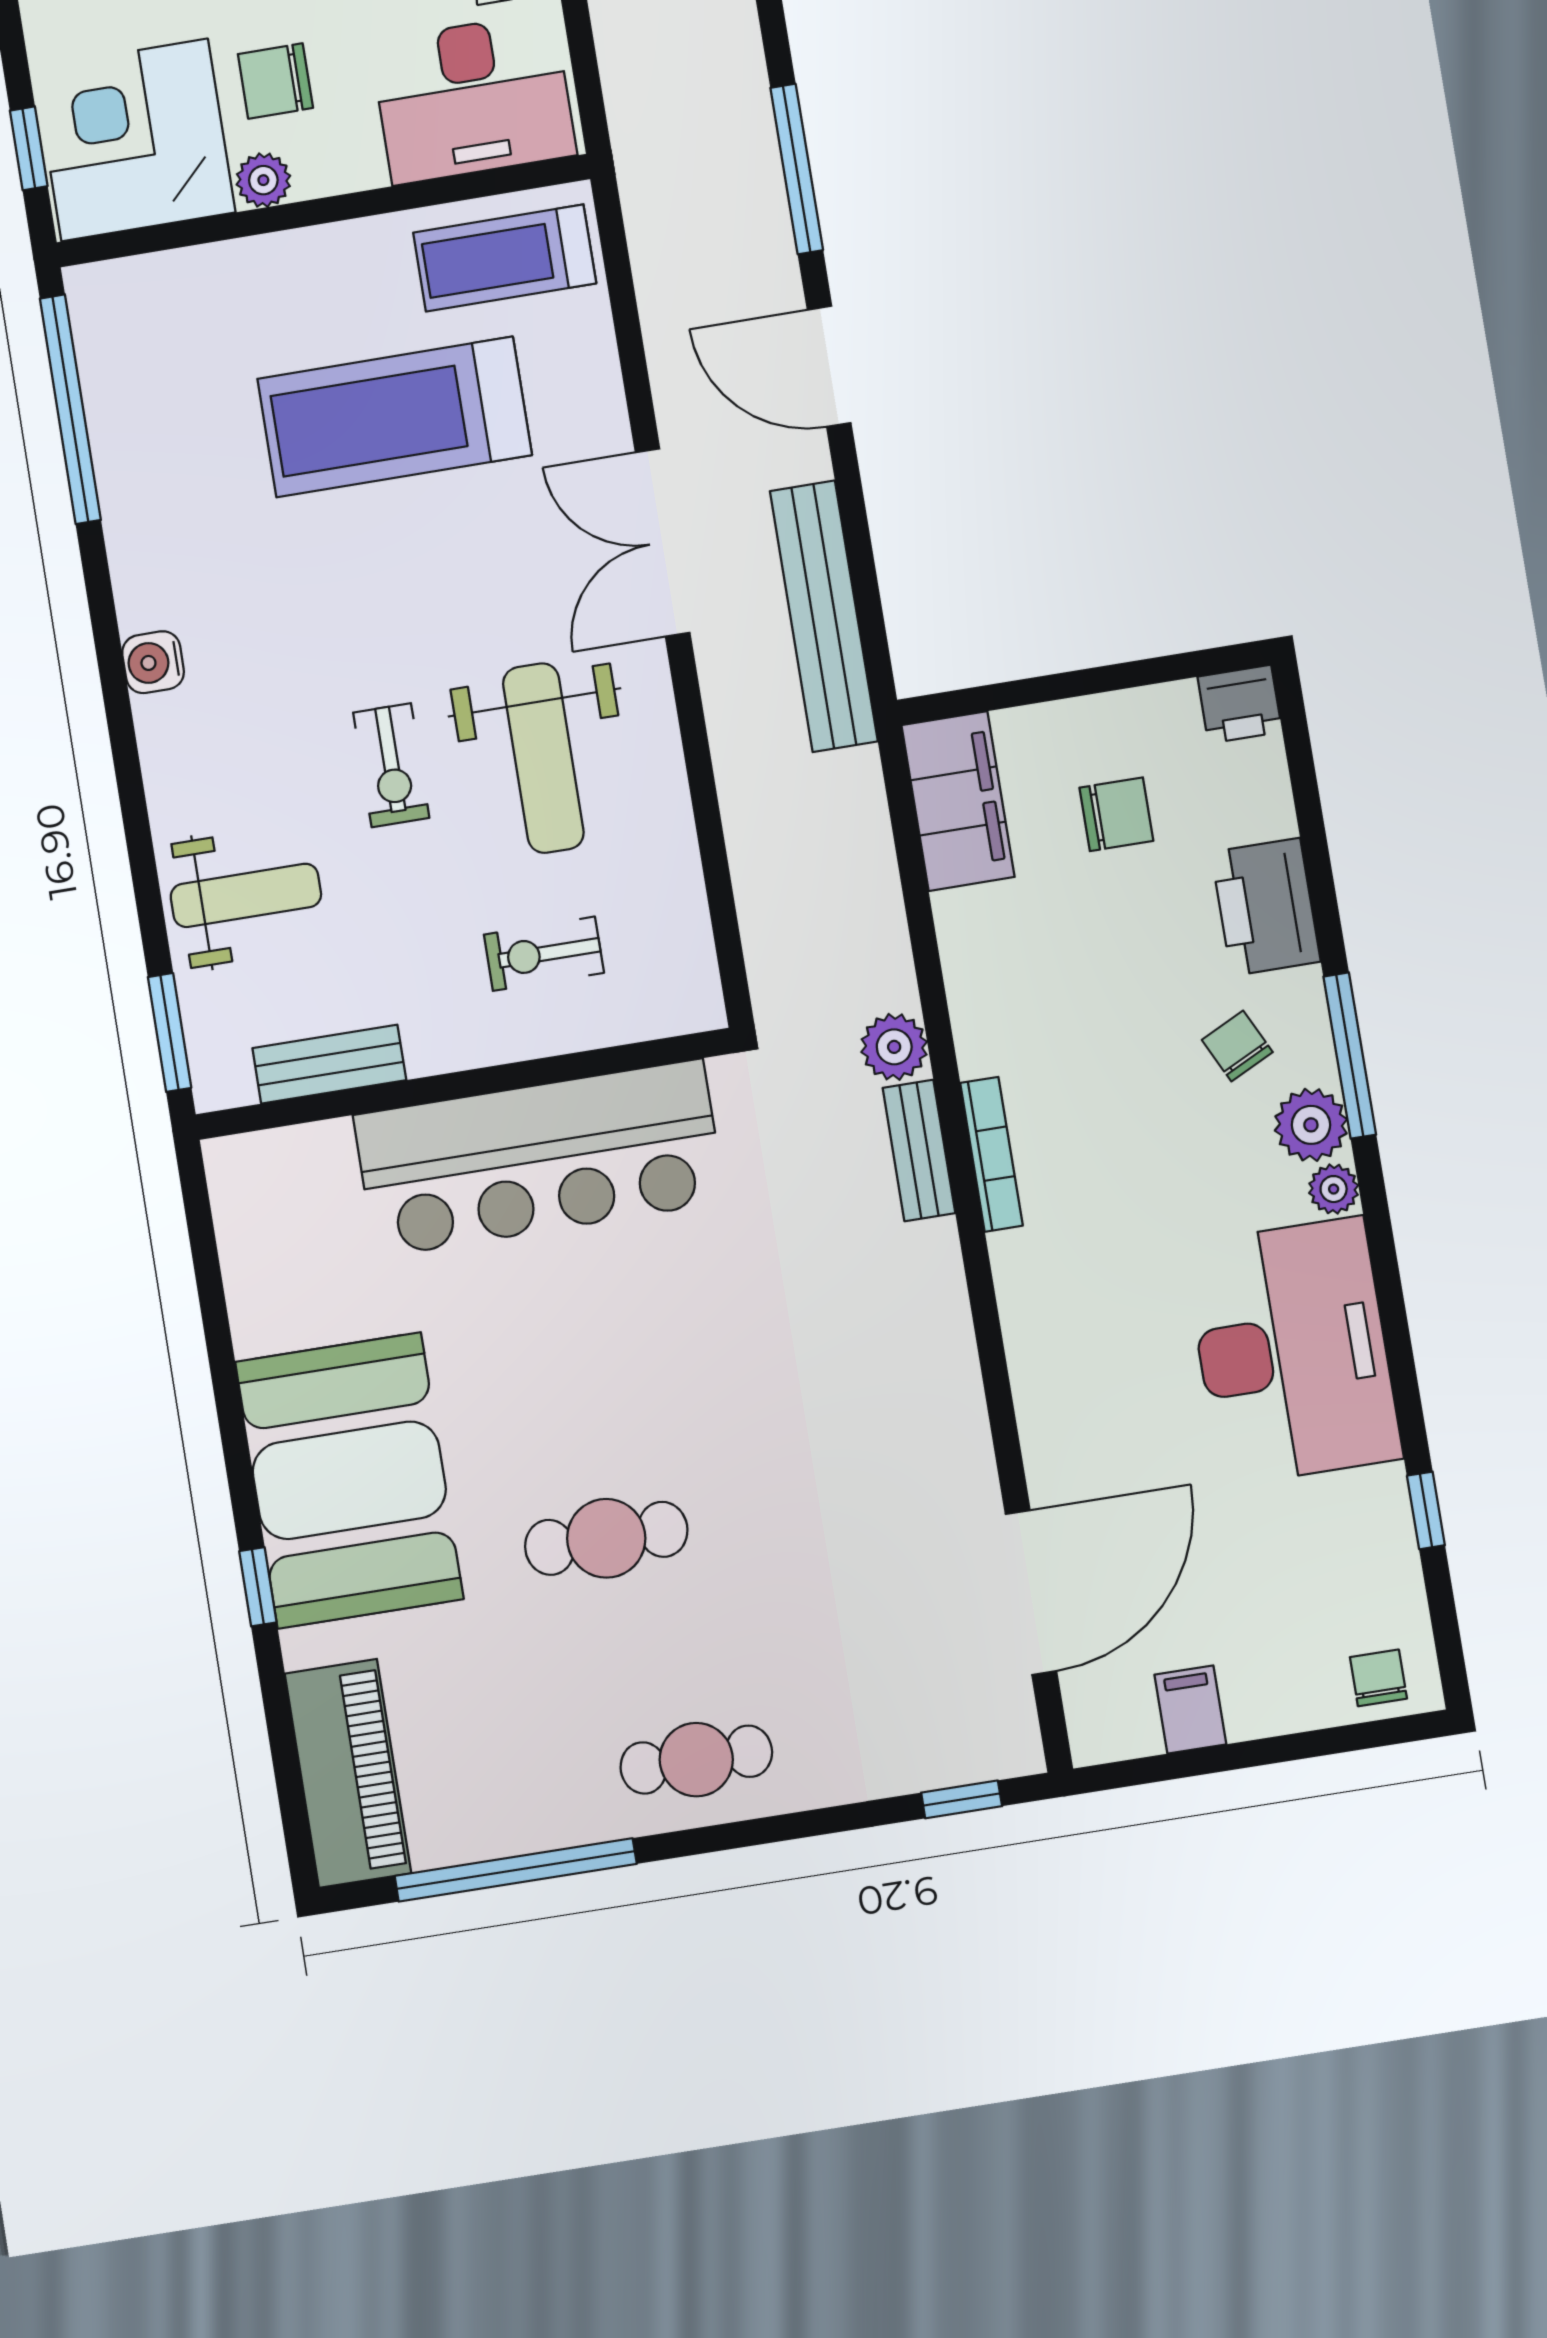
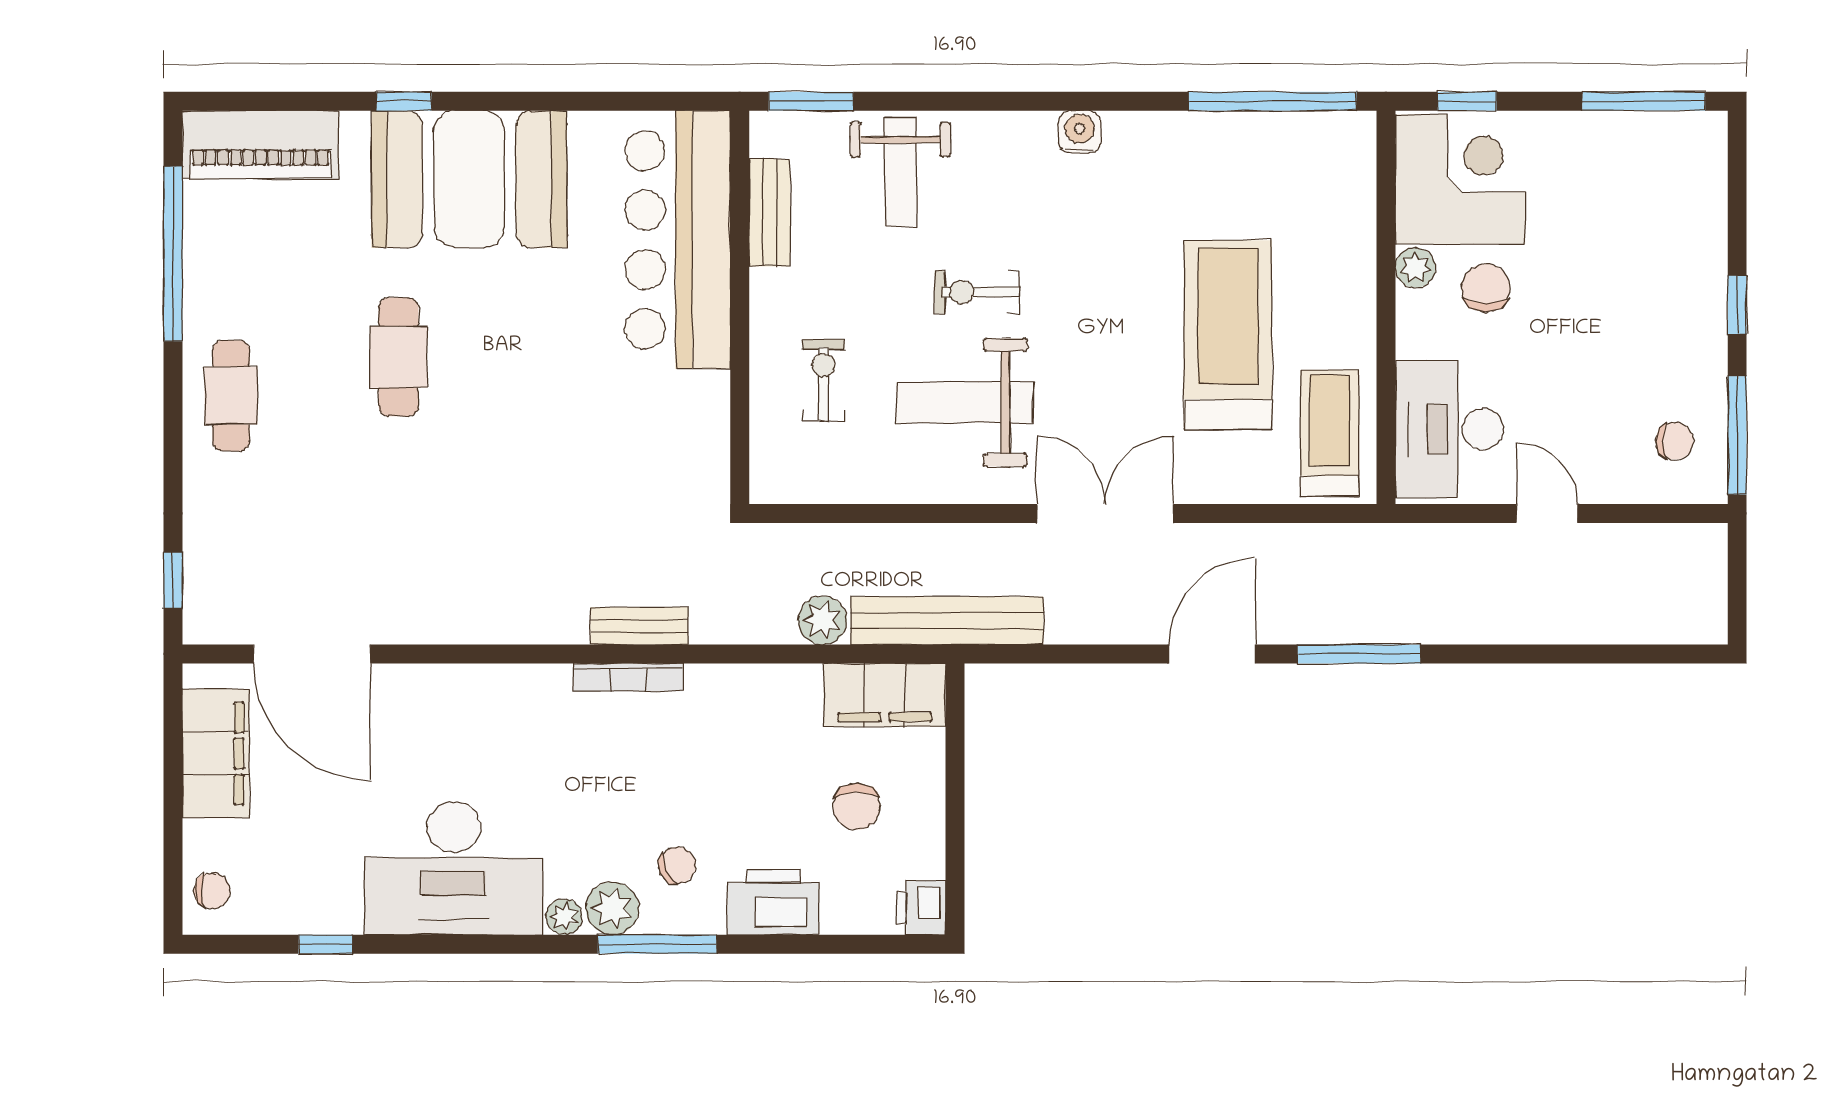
bench: (824, 616) -> (947, 621), moved
plant: (894, 1047) -> (823, 620), moved
bar counter: (539, 1158) -> (678, 240), moved
filing cabinet: (1190, 1709) -> (216, 754), width x3.00, depth x1.17

